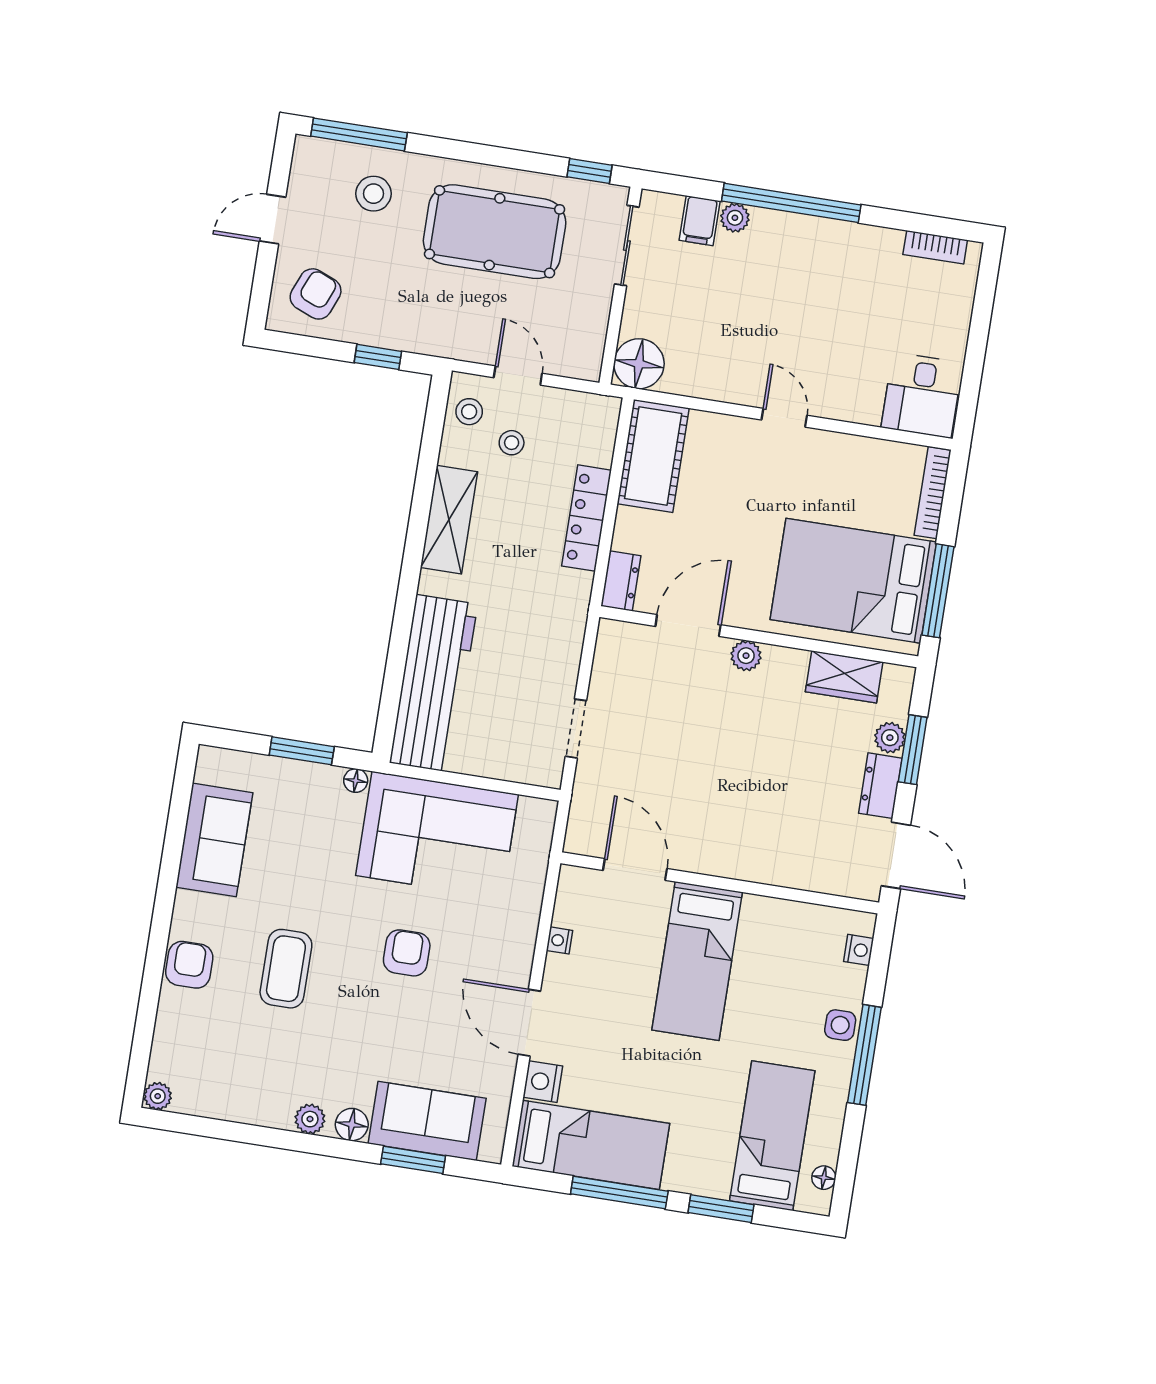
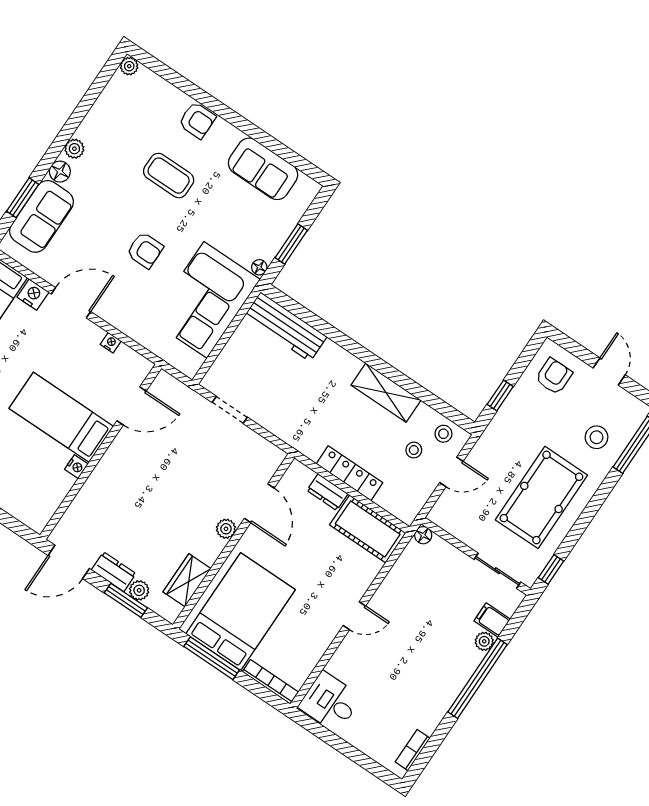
armchair: (316, 294) -> (554, 376), turned -112
floor lamp: (639, 364) -> (423, 535), width x0.53, depth x0.53
dresser: (621, 581) -> (327, 492), moved
workbench: (434, 683) -> (285, 327), width x0.73, depth x0.76
nightstand: (859, 950) -> (76, 467), moved, turned -90

